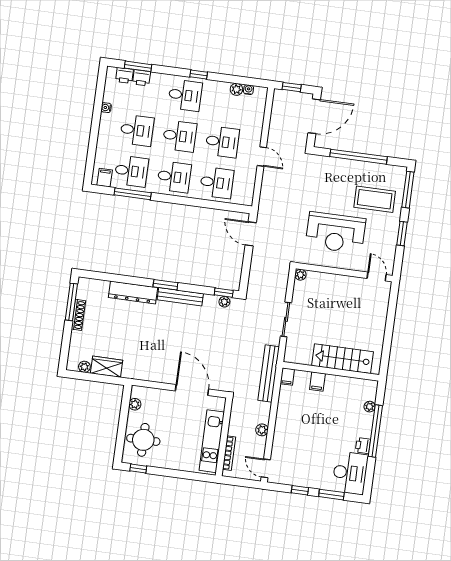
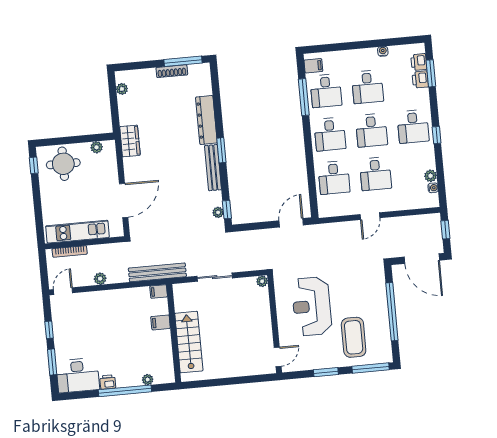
wardrobe: (107, 367) -> (130, 141), moved

